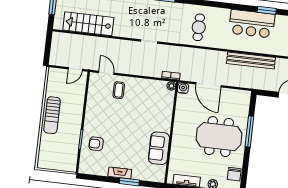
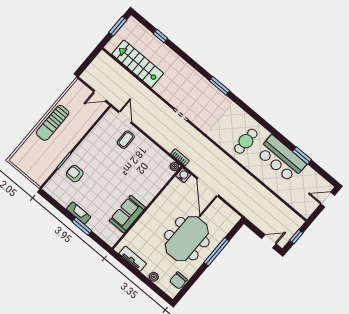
cafe table: (199, 27) -> (246, 141), moved
bench: (251, 61) -> (259, 190), removed
meeting table: (219, 137) -> (187, 239), turned 90

